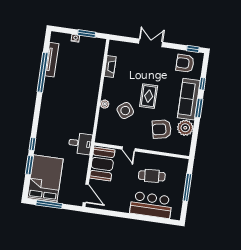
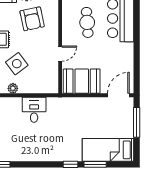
desk: (80, 143) -> (34, 110), moved
bed: (45, 179) -> (108, 150), width x0.67
window: (49, 204) -> (137, 122), moved

